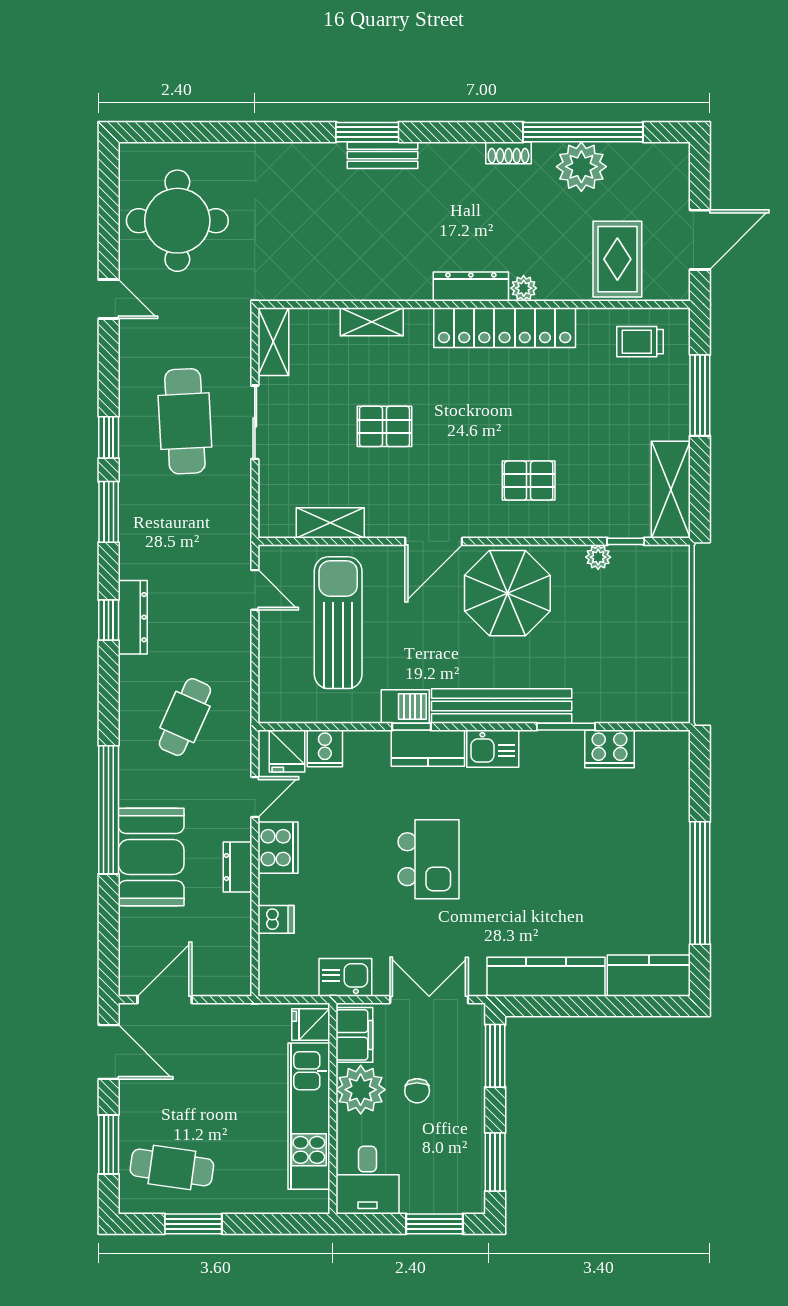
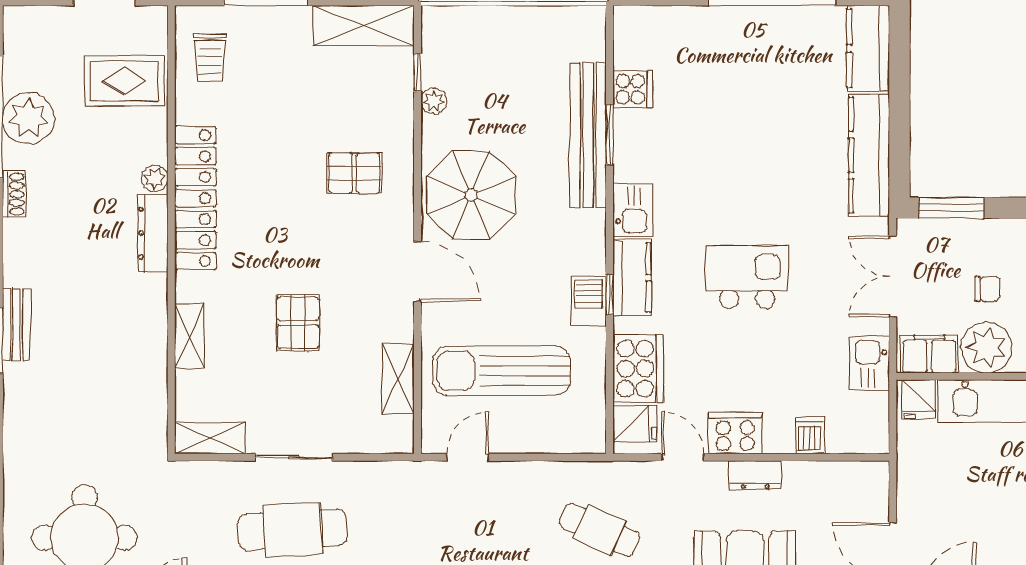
pallet: (529, 481) -> (354, 173), turned 90
bench: (502, 706) -> (588, 135), moved
cooker: (325, 748) -> (638, 369), width x1.87, depth x1.31
cooker: (610, 749) -> (633, 89), width x0.73

